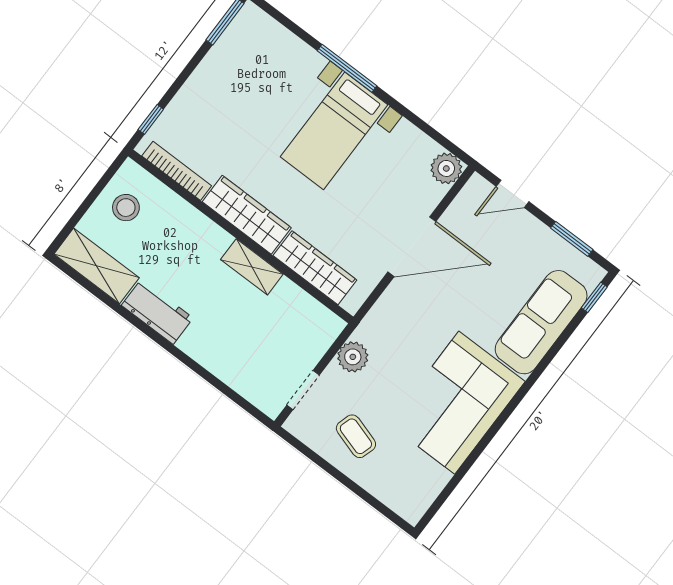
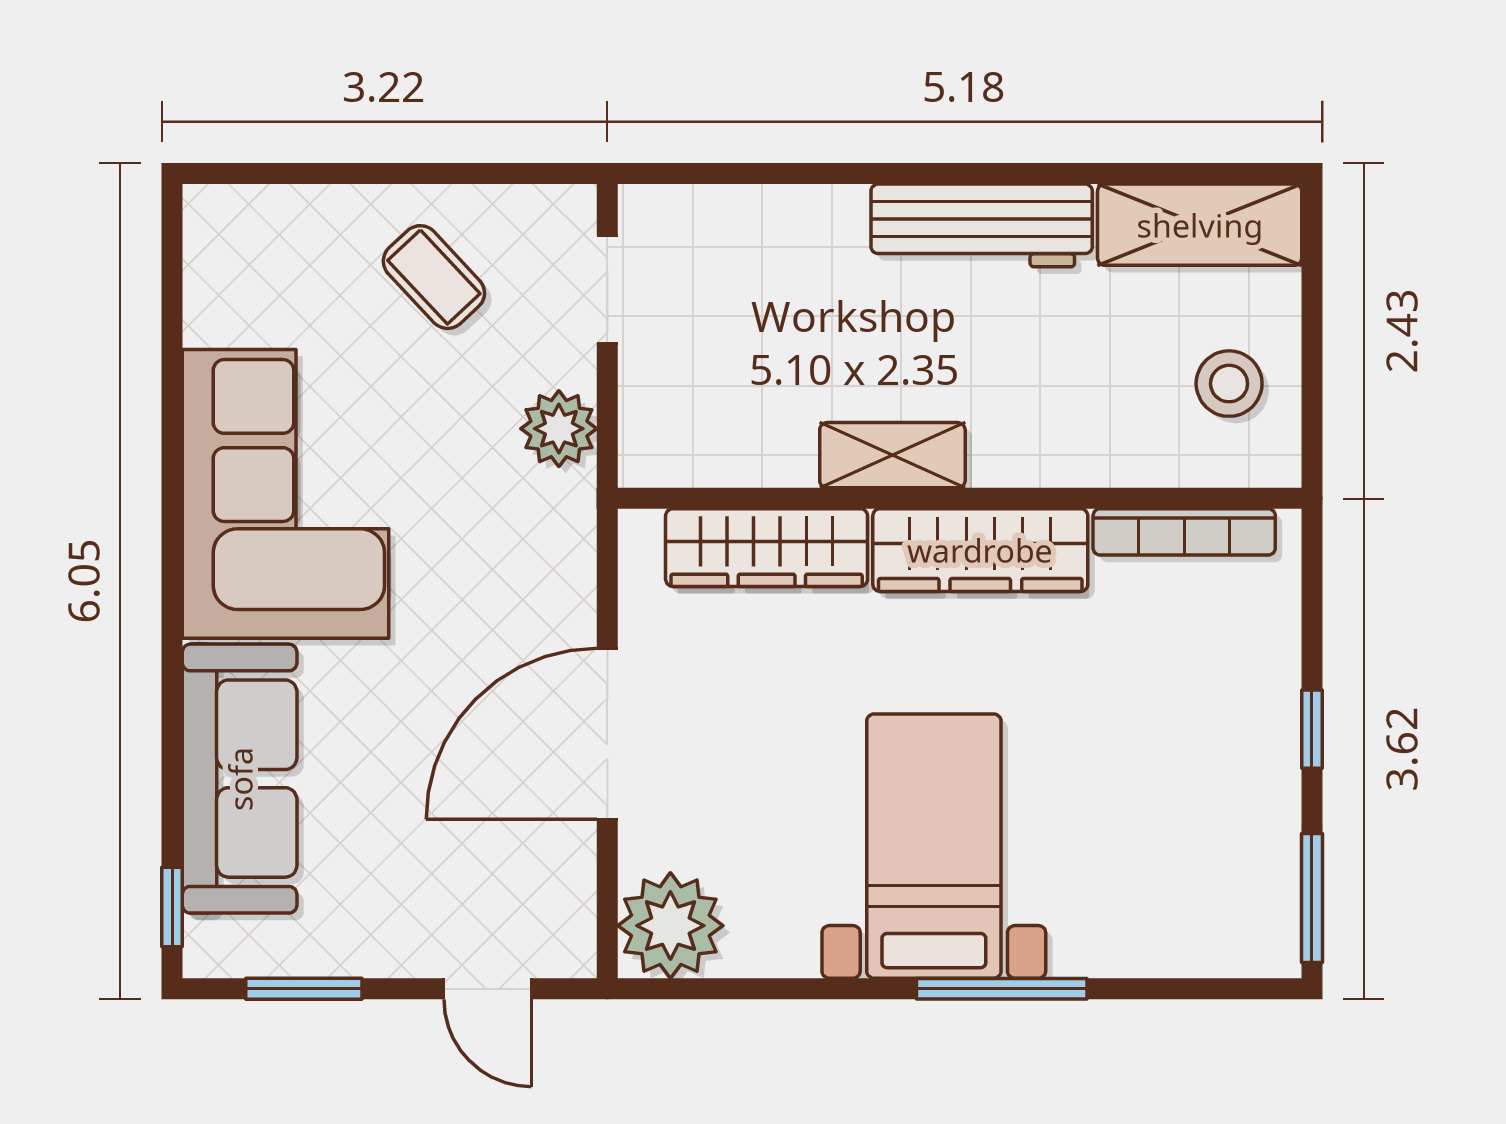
window: (151, 119) -> (1312, 729), moved
plant: (446, 168) -> (670, 926), width x1.36, depth x1.36
door: (513, 194) -> (488, 989), swing flipped
workbench: (157, 312) -> (982, 225), width x1.38
coffee table: (356, 436) -> (434, 277), turned 30

